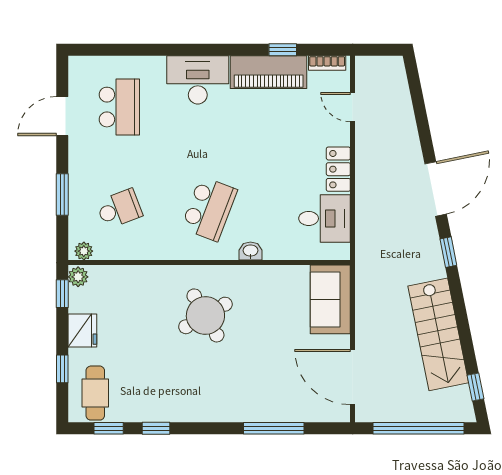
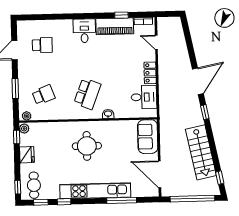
desk: (198, 80) -> (84, 31), width x0.73
school desk: (119, 107) -> (42, 45), width x0.54
round table: (205, 315) -> (87, 146), turned 30
window: (62, 369) -> (18, 187), moved
kitchen unit: (220, 408) -> (95, 191), added

